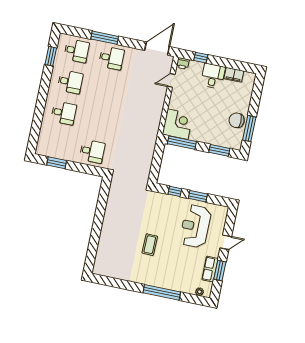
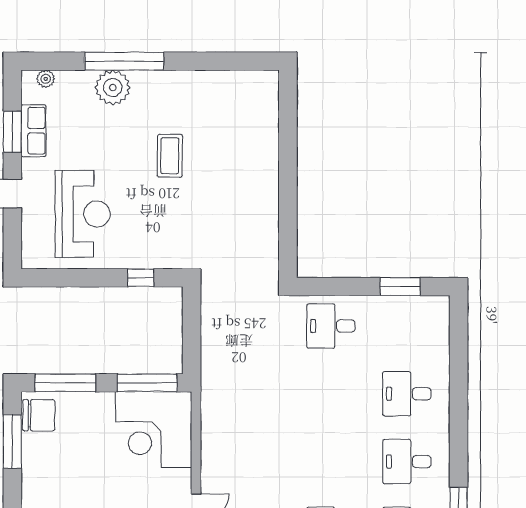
chair: (237, 120) -> (39, 415), moved
corner desk: (178, 124) -> (154, 430), width x1.36, depth x1.36
window: (219, 150) -> (65, 383), width x1.44
window: (198, 196) -> (90, 278), removed
plant: (170, 281) -> (113, 87), added

